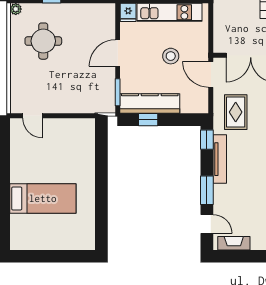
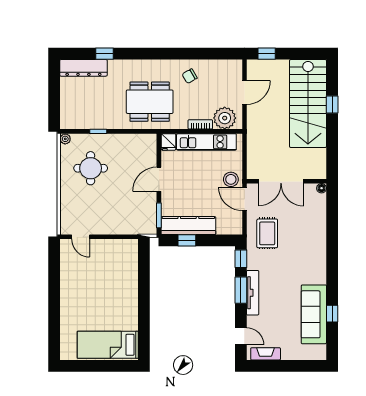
stool: (171, 56) -> (231, 179), moved
tv unit: (220, 159) -> (253, 293), moved
window: (207, 190) -> (241, 290), moved
bed: (43, 198) -> (108, 345), moved, turned 180

